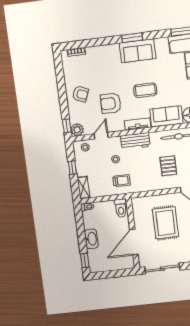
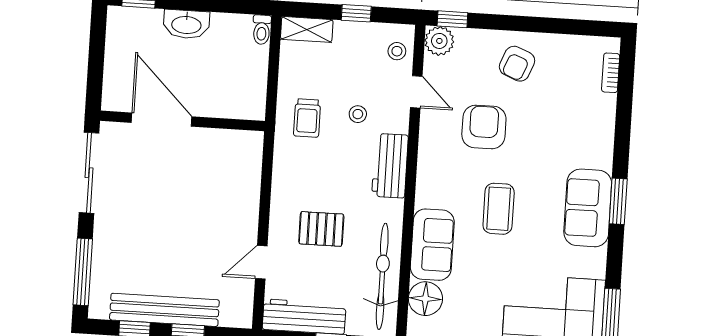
tv unit: (138, 124) -> (427, 178), removed
toilet: (121, 208) -> (245, 105), removed
rug: (165, 223) -> (193, 199), removed

